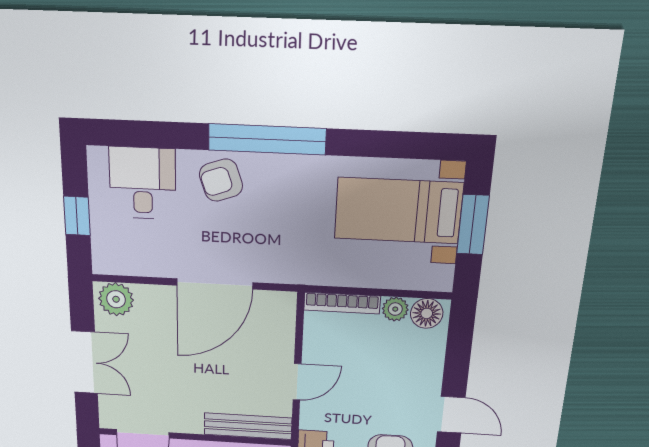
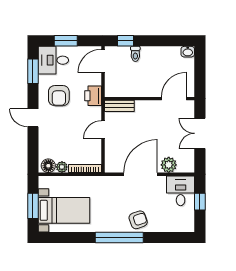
desk: (143, 183) -> (181, 191), moved, turned 180
plant: (116, 299) -> (169, 165), moved
bench: (248, 426) -> (119, 106), width x0.73

